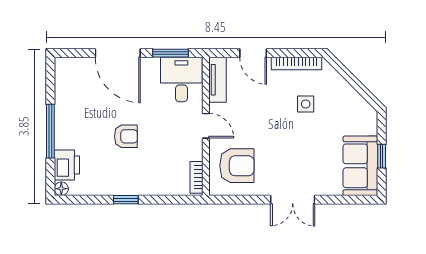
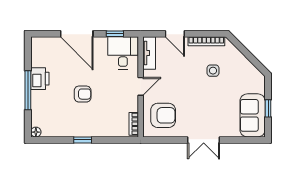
window: (170, 53) -> (115, 34), width x0.67
door: (206, 126) -> (141, 86), hinge flipped
printer: (67, 165) -> (40, 79), moved

